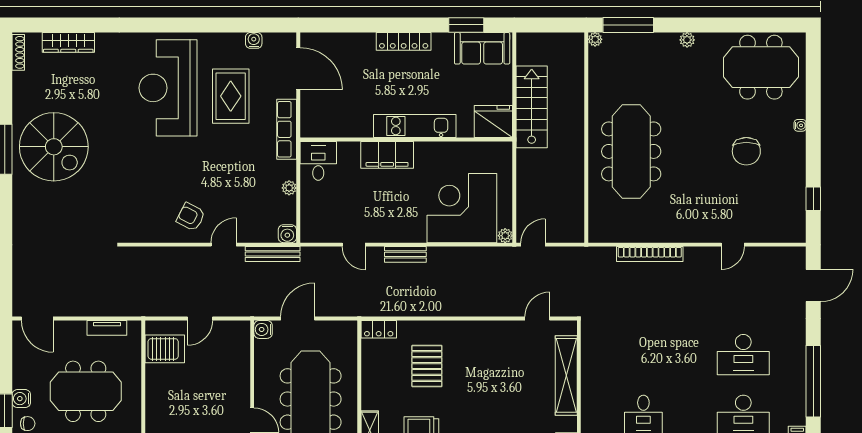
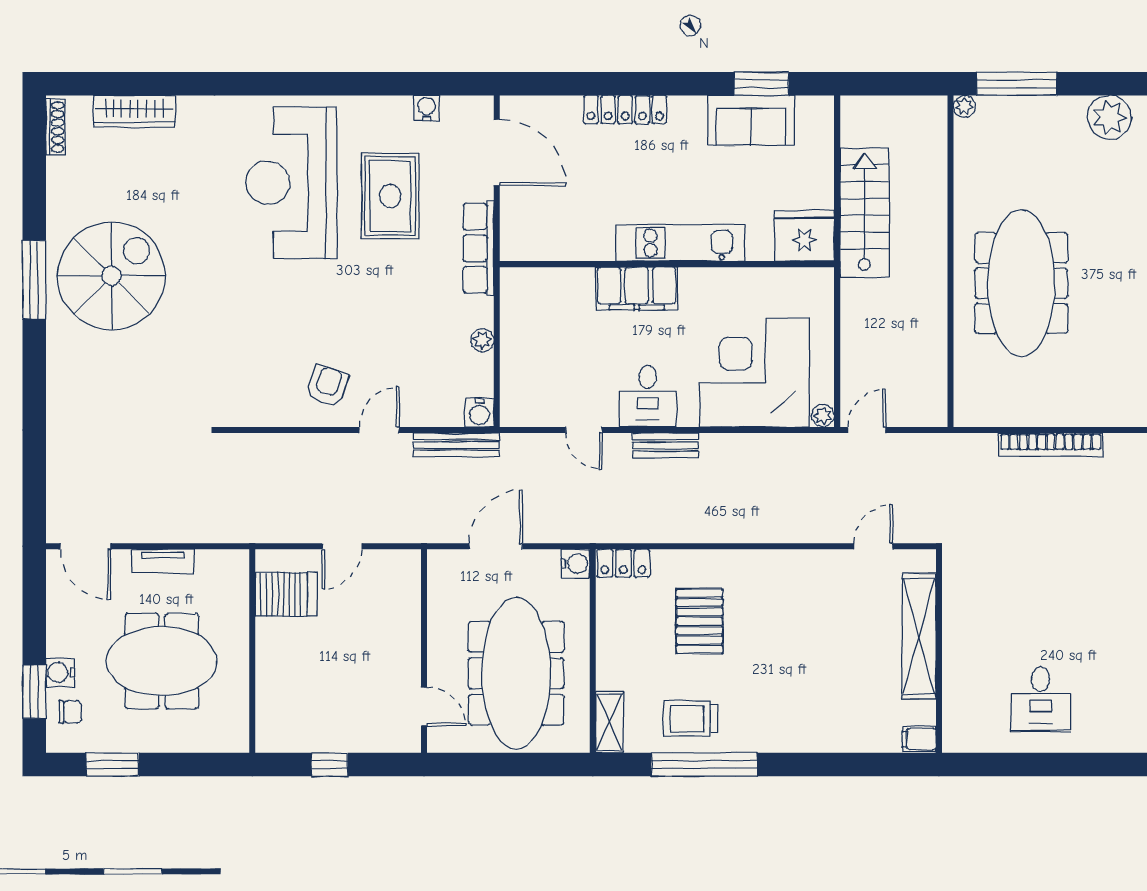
plant: (687, 40) -> (1109, 117), width x1.87, depth x1.87
locker: (404, 41) -> (625, 110), moved
sofa: (482, 48) -> (751, 120), moved
spiral stairs: (54, 147) -> (111, 276), turned -90
desk: (318, 161) -> (648, 396), moved, turned 180
armchair: (191, 217) -> (327, 386), turned 82
tv unit: (107, 328) -> (163, 561), moved
water cooler: (263, 329) -> (575, 564), moved, turned 180

